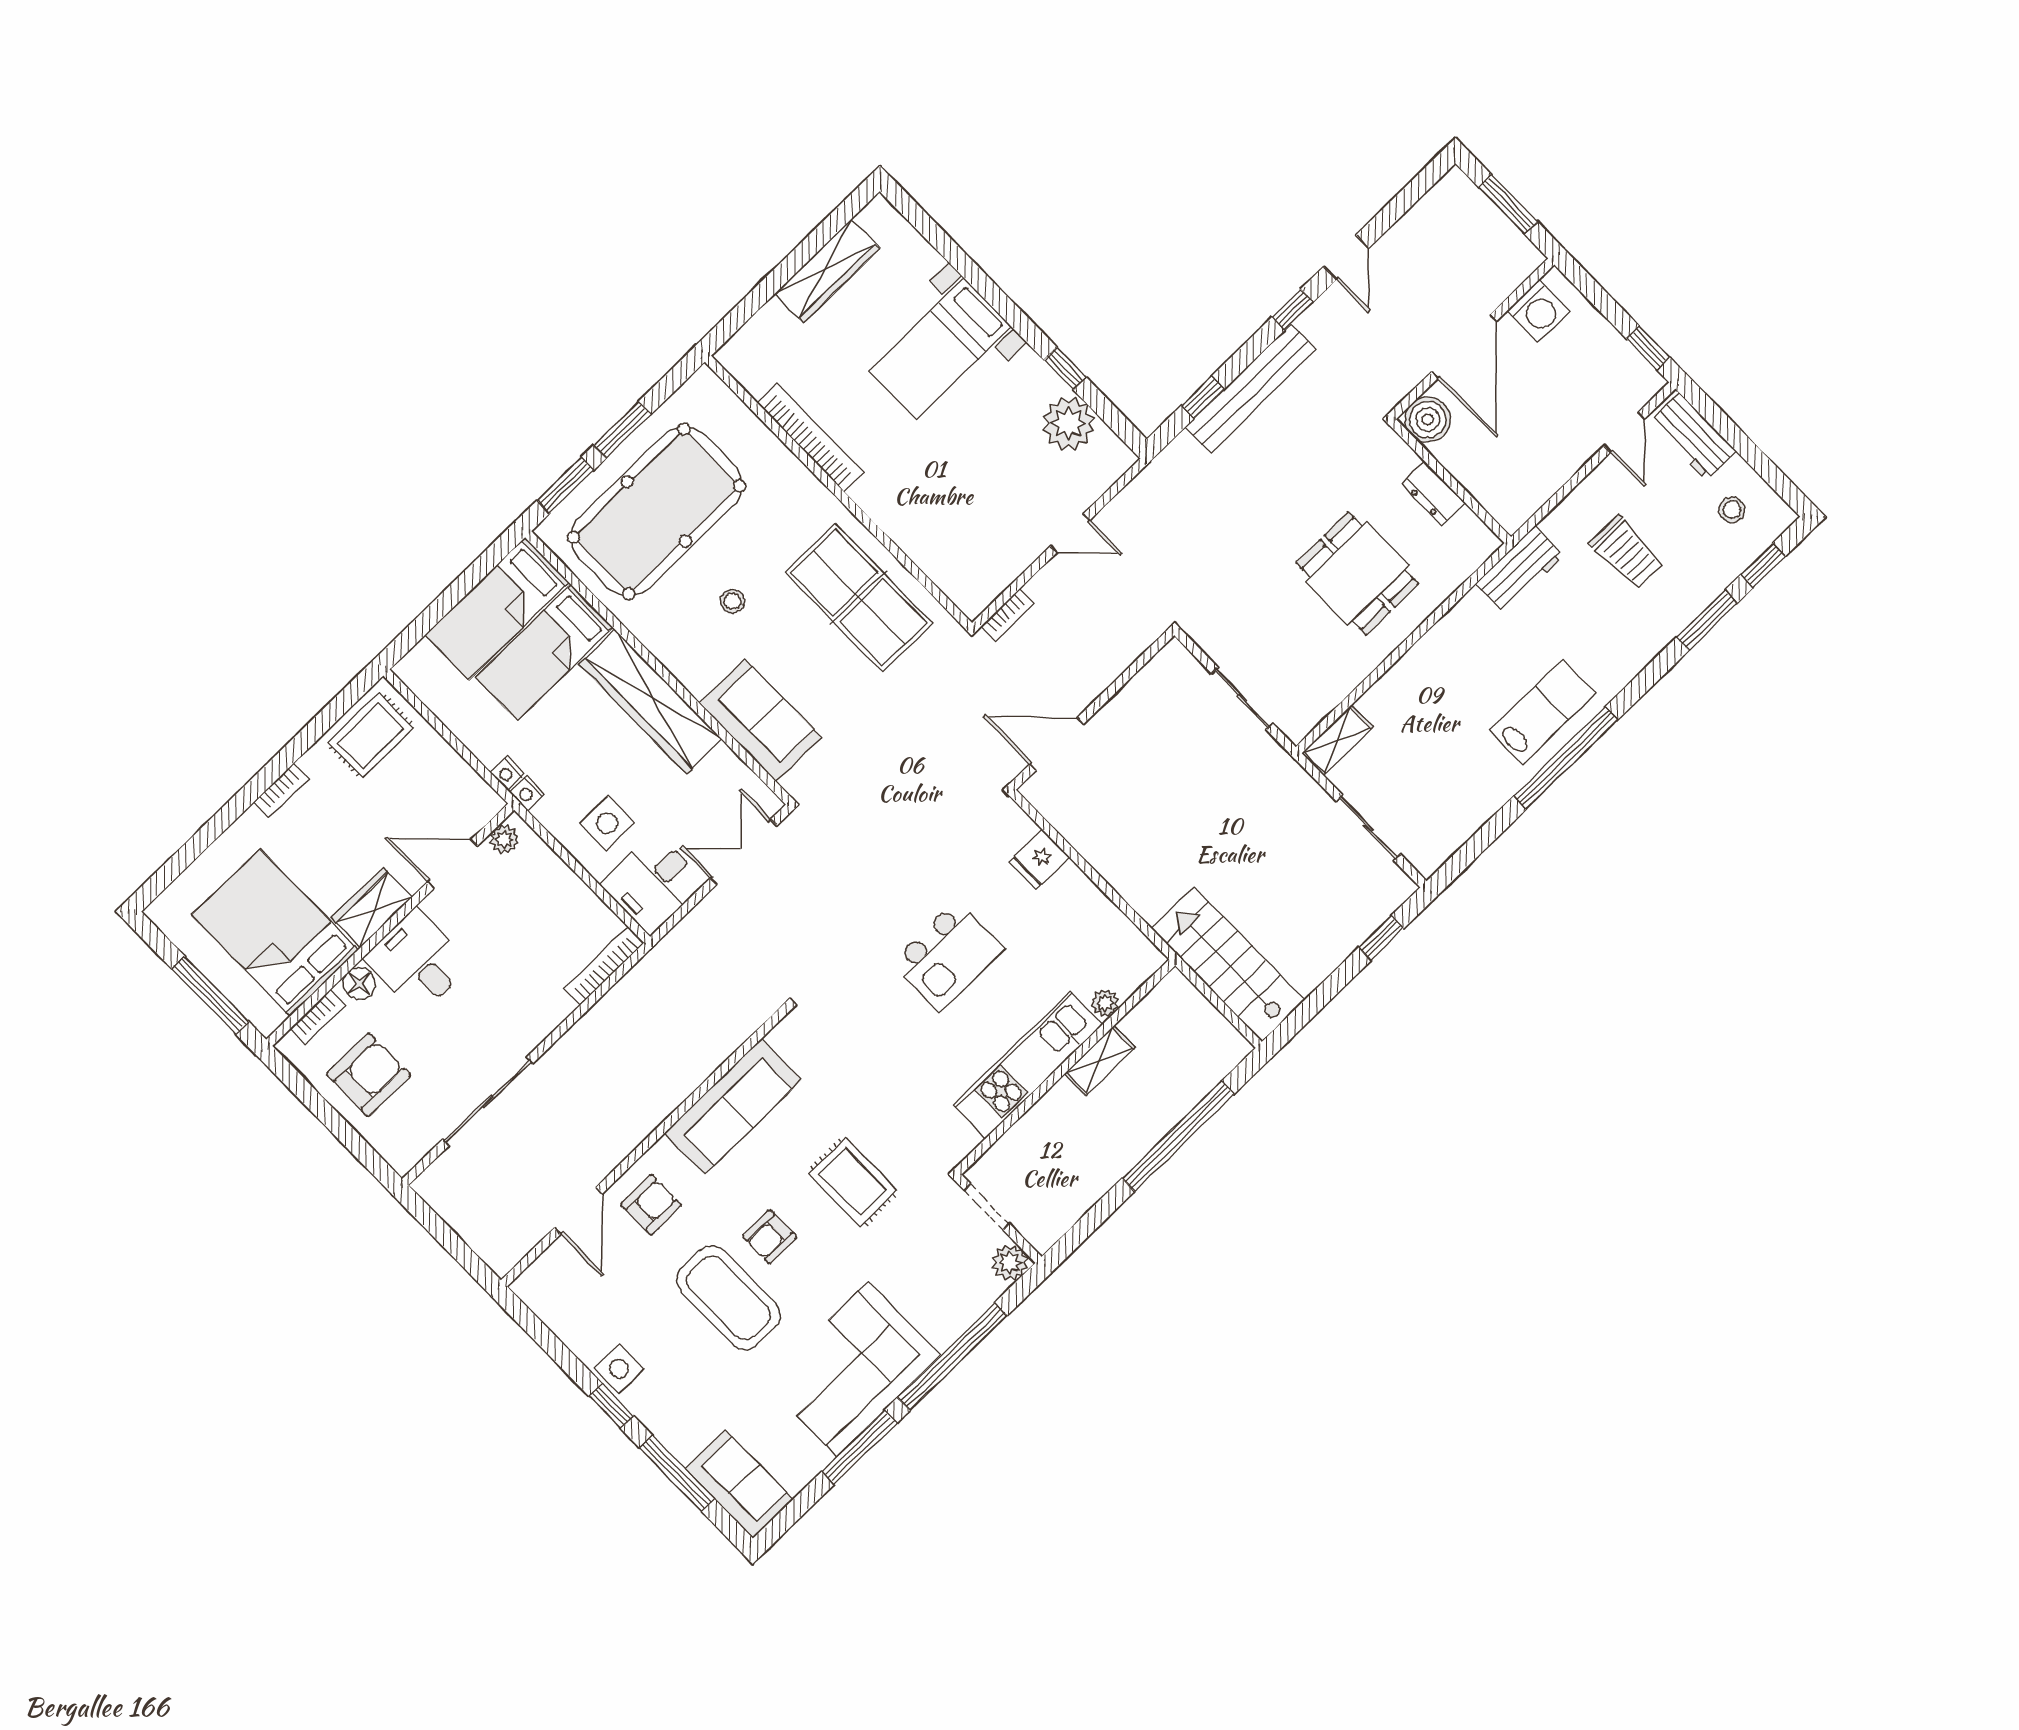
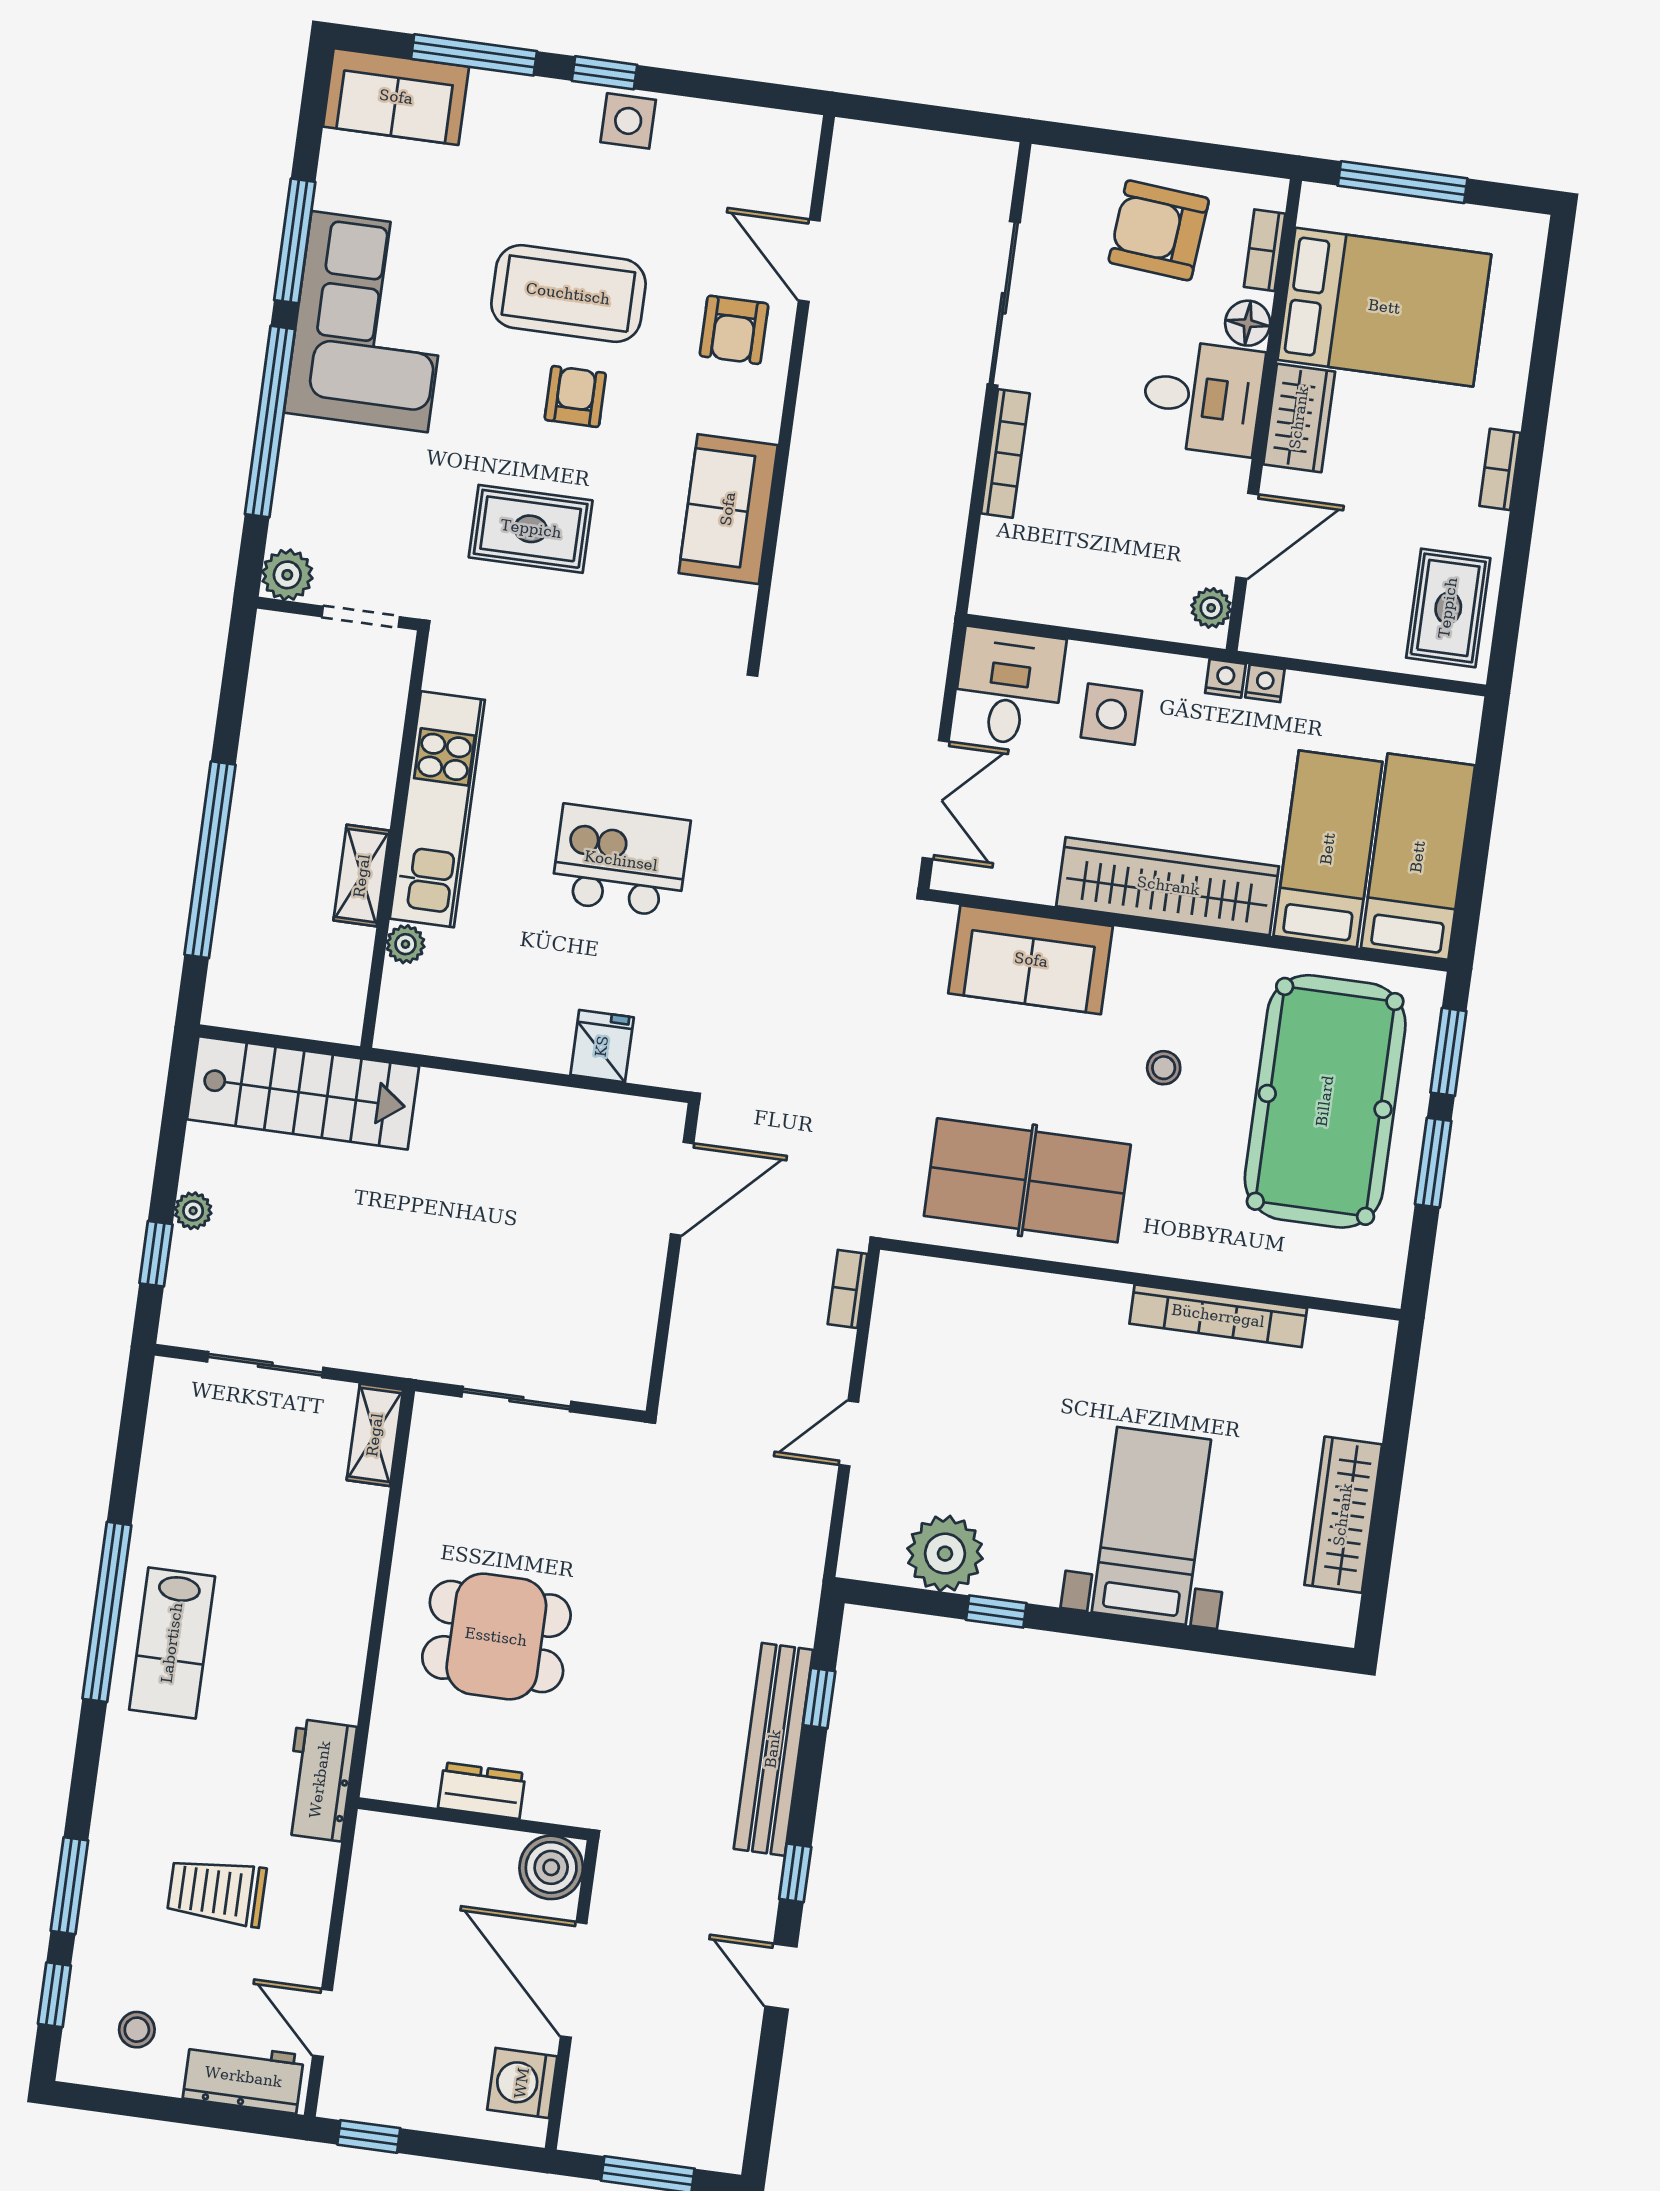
plant: (1341, 946) -> (193, 1211), added
kitchen island: (948, 956) -> (621, 861), turned 90
bookcase: (604, 966) -> (1005, 453), moved
armchair: (368, 1075) -> (1159, 230), turned 95
sofa: (733, 1106) -> (728, 509), width x0.73

